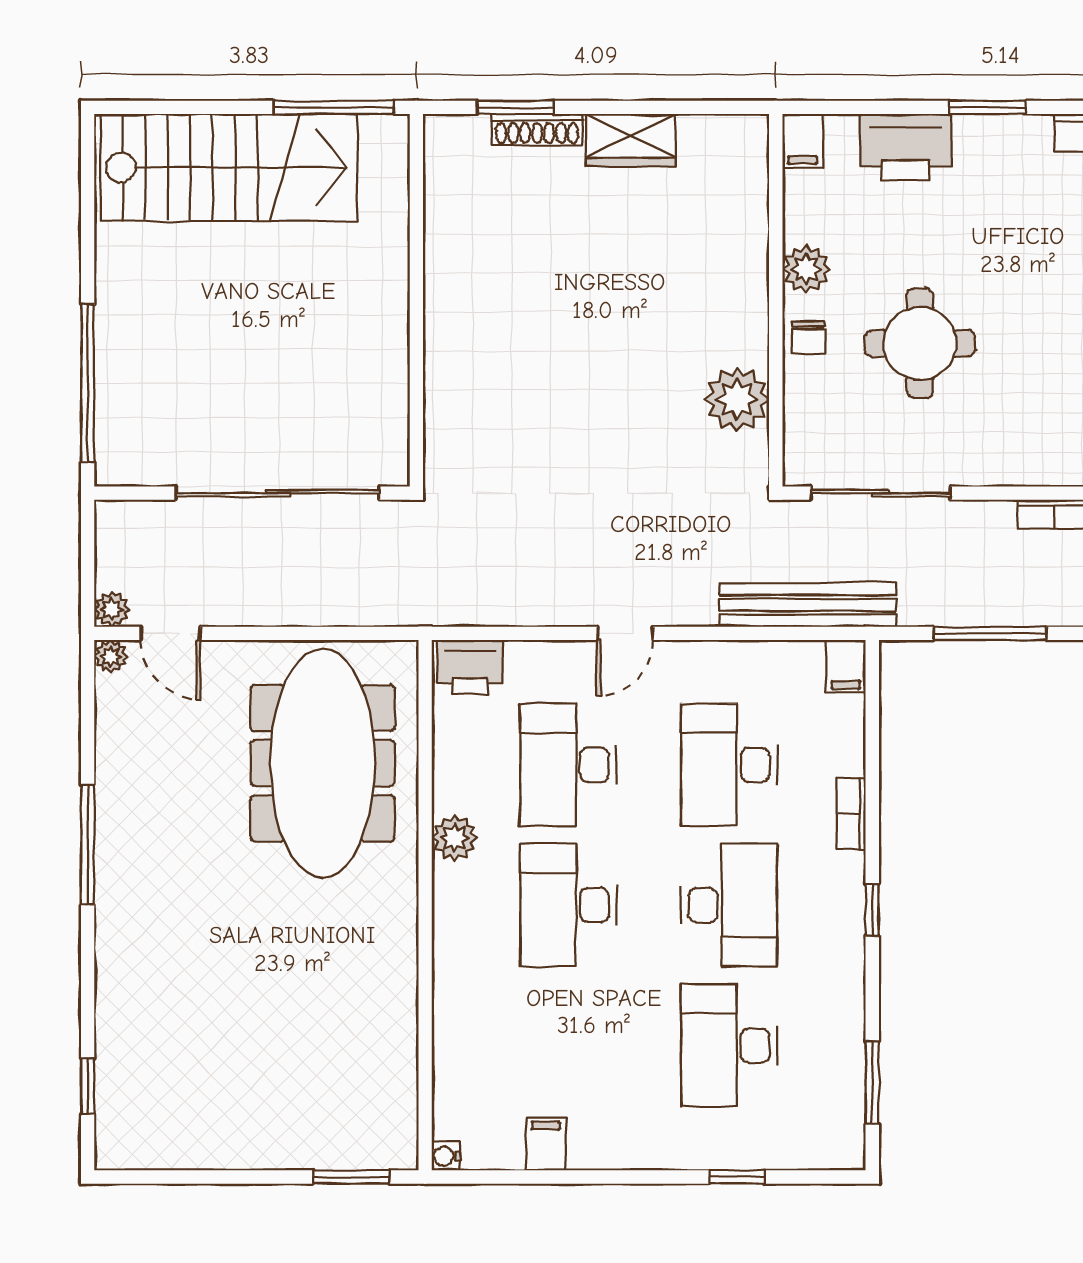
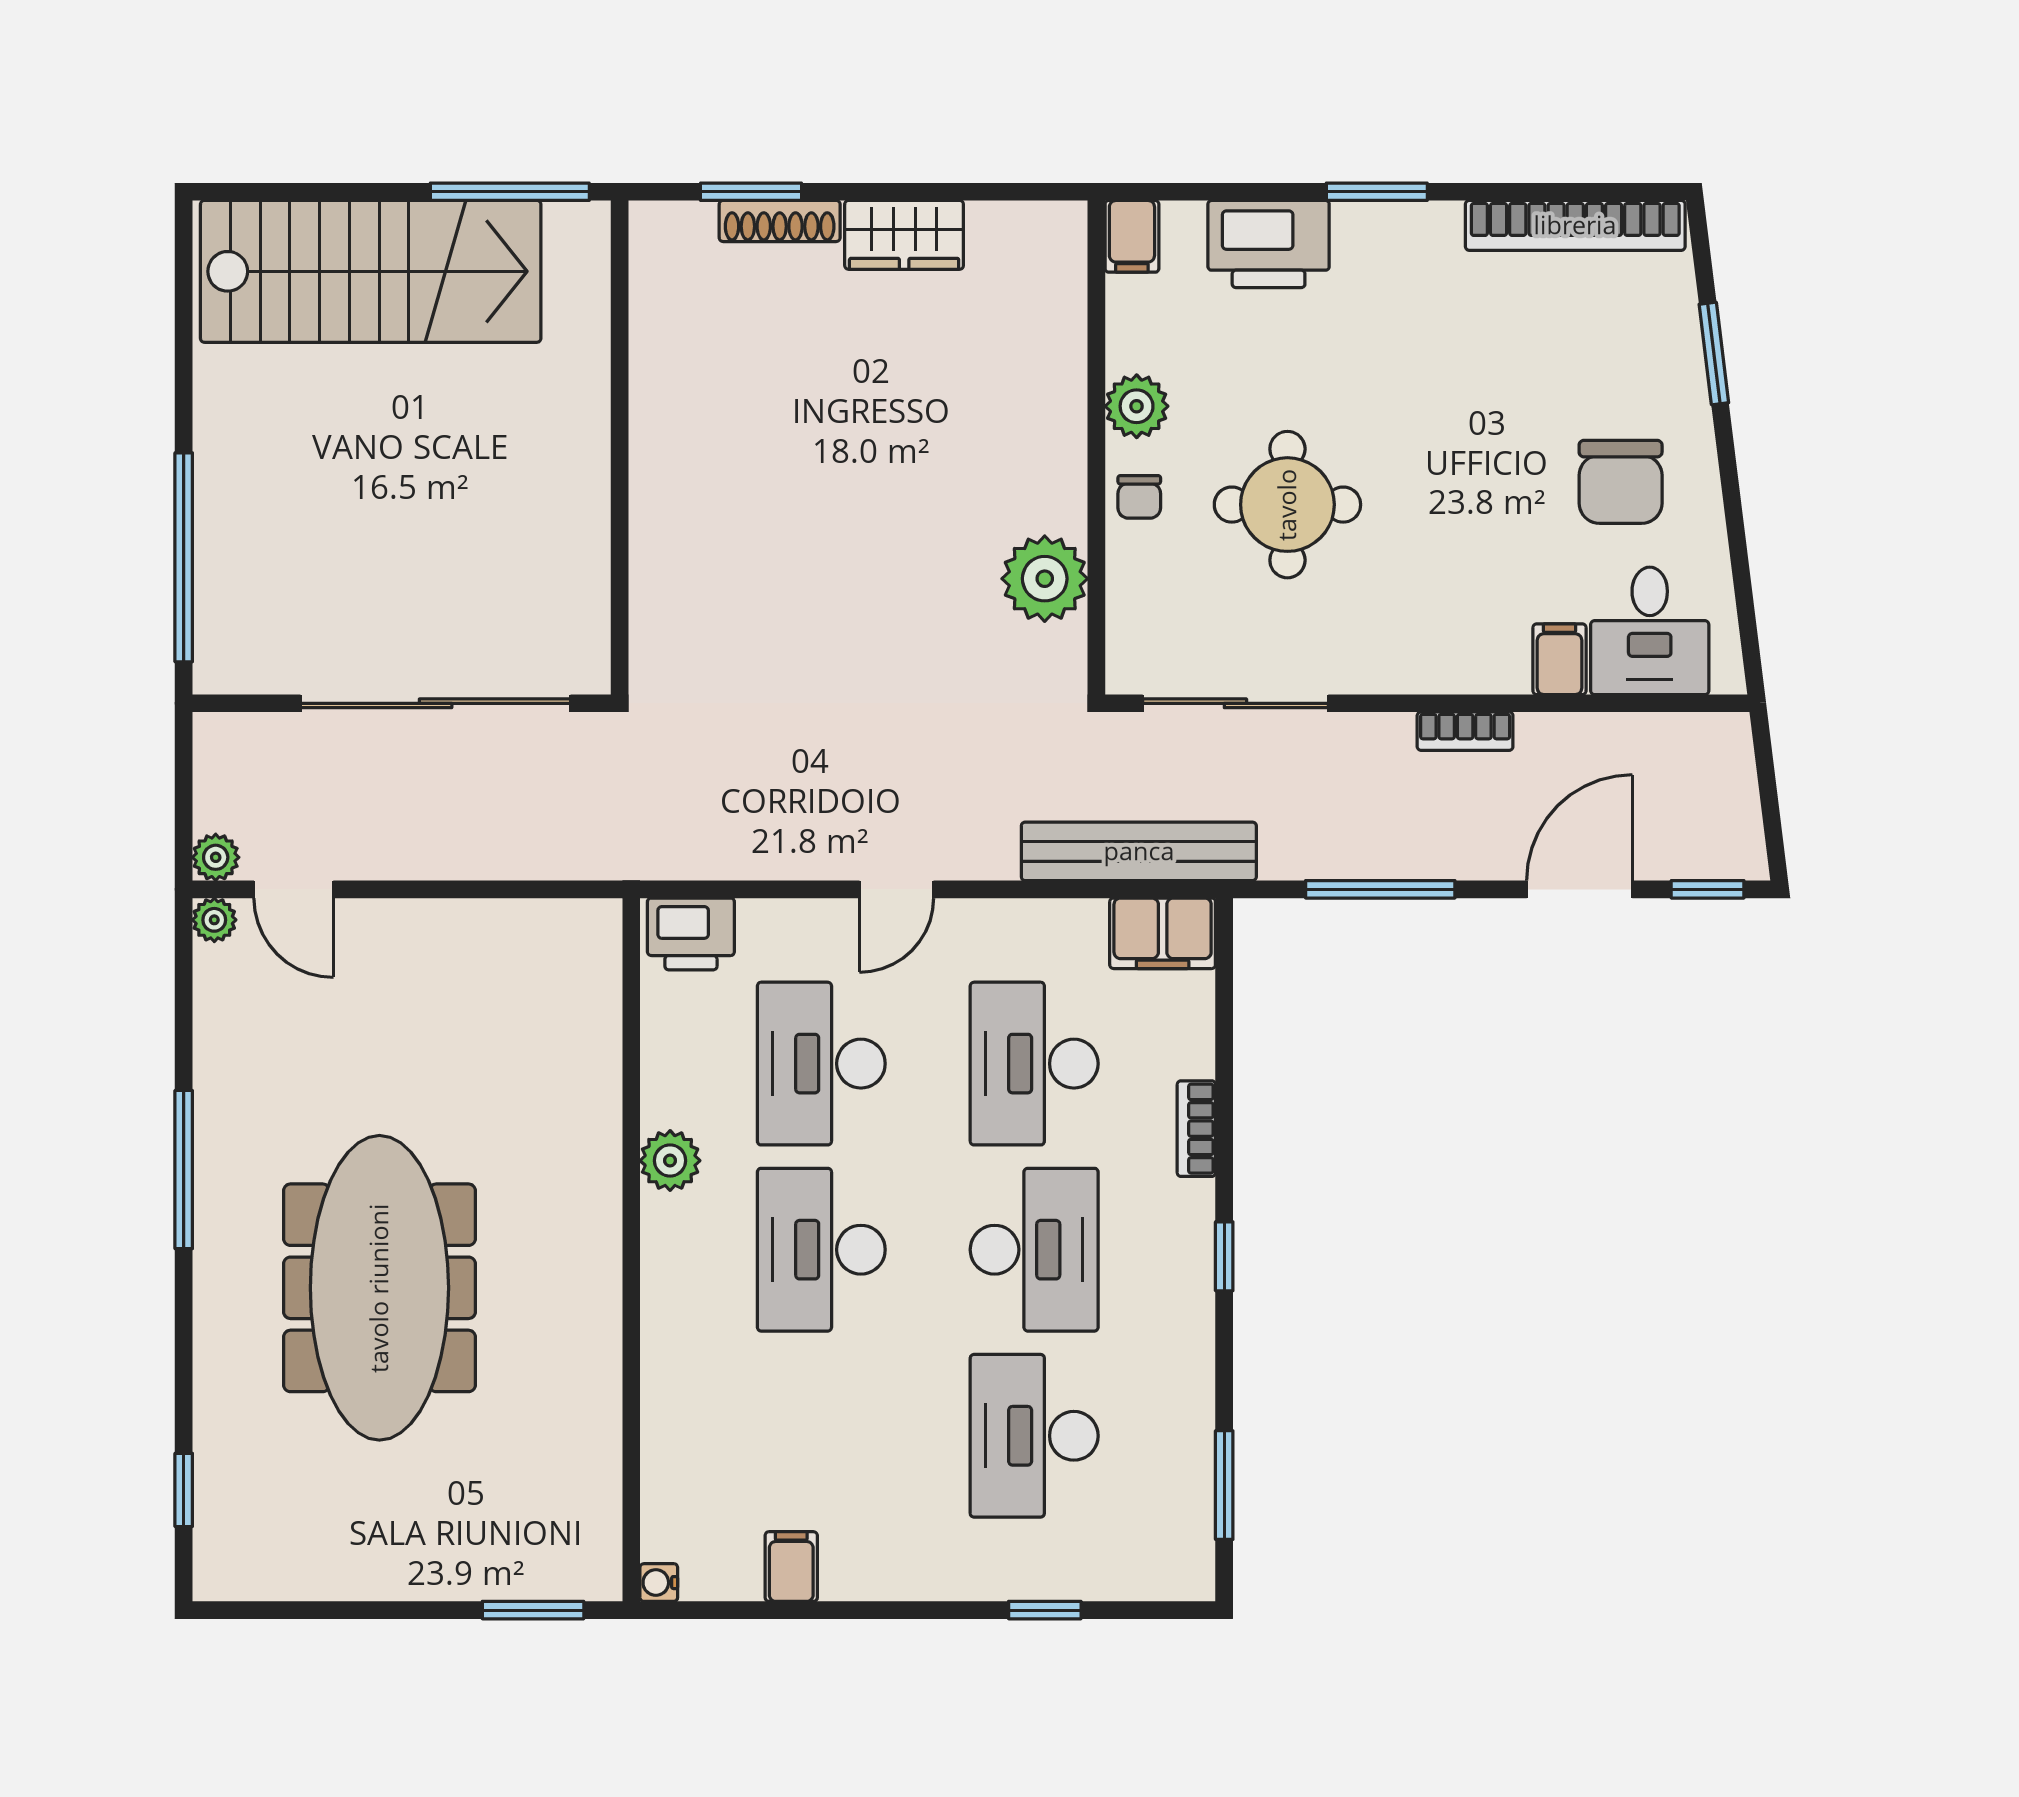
filing cabinet: (846, 667) -> (1163, 933), width x2.00
meeting table: (323, 763) -> (379, 1288), moved

